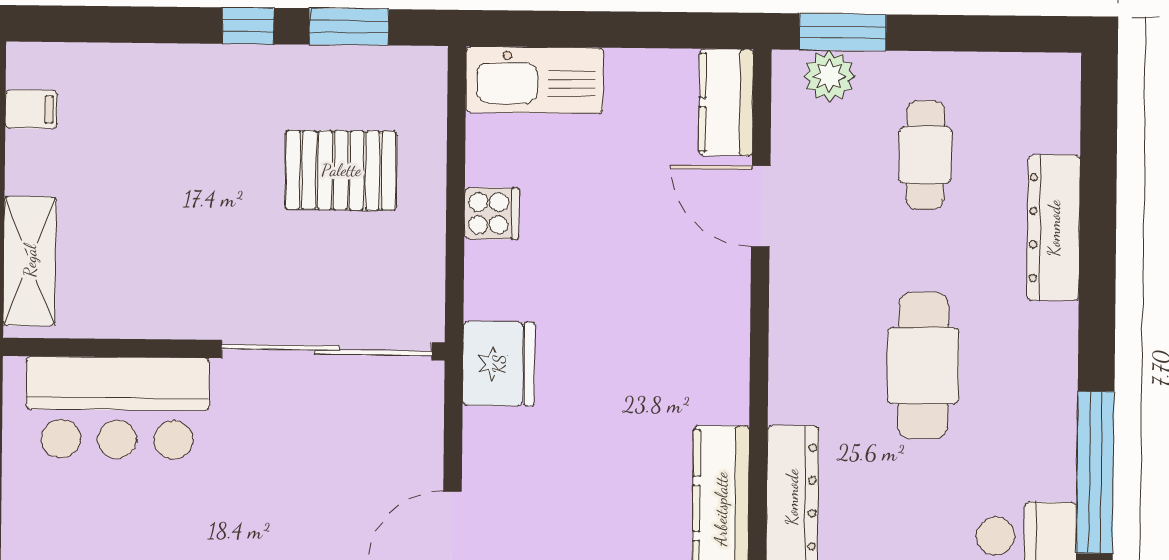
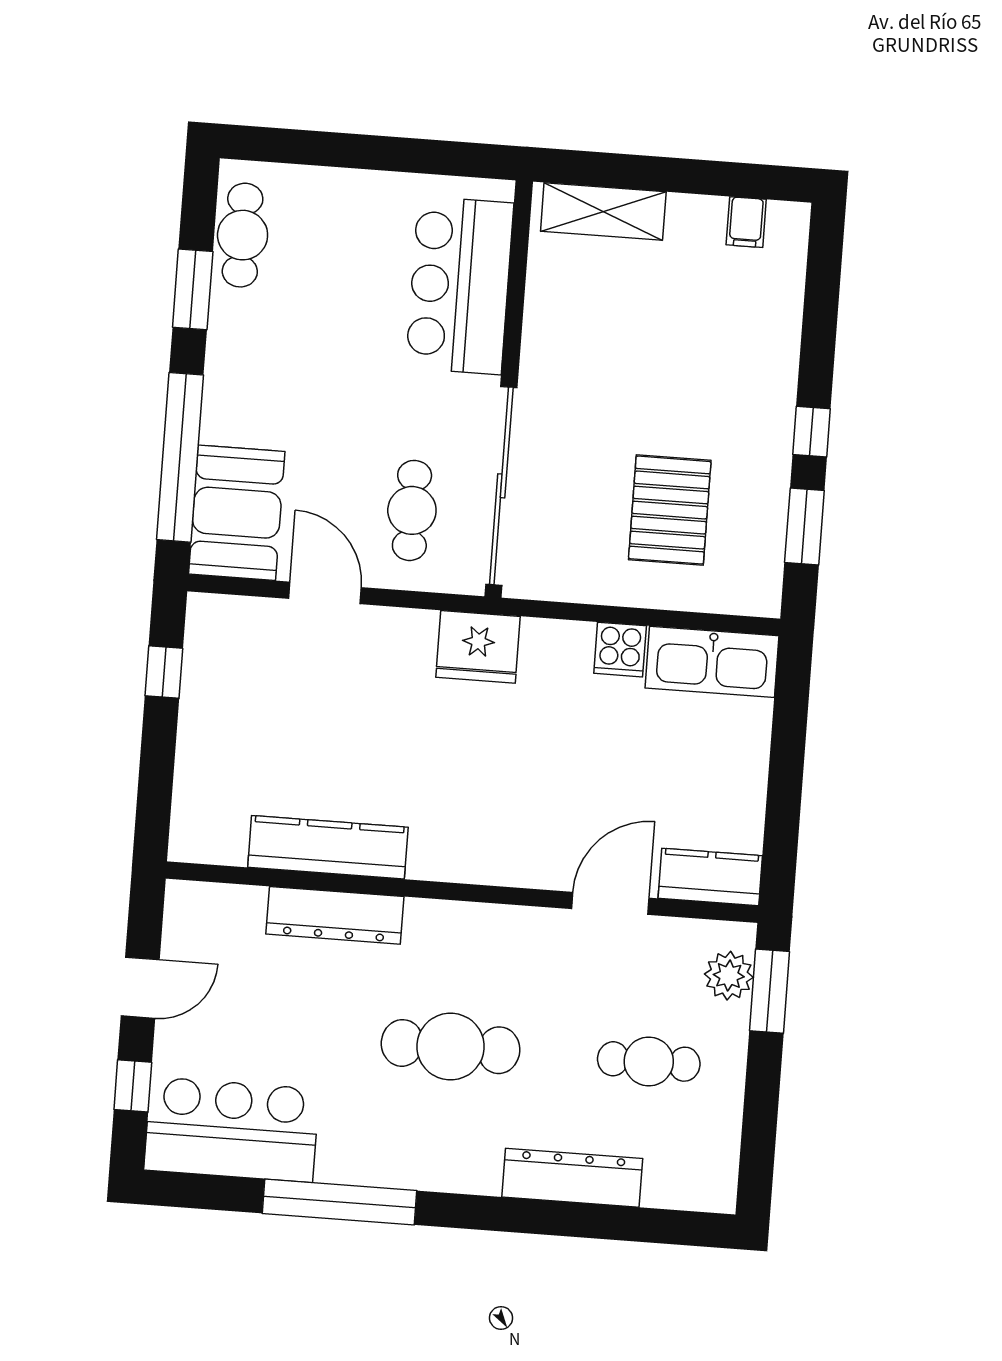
kitchen sink: (535, 80) -> (712, 662), moved, turned -90
cafe table: (359, 443) -> (412, 510), added

